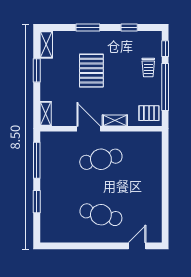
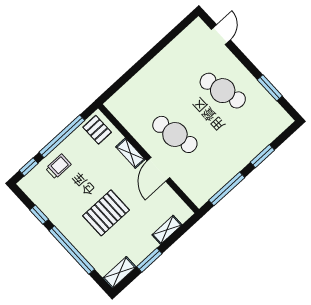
window: (88, 27) -> (72, 250), width x2.11
shelving: (46, 114) -> (167, 230), moved
cafe table: (101, 215) -> (223, 91), turned -30
window: (75, 246) -> (270, 88), added
door: (137, 246) -> (221, 35), swing flipped

